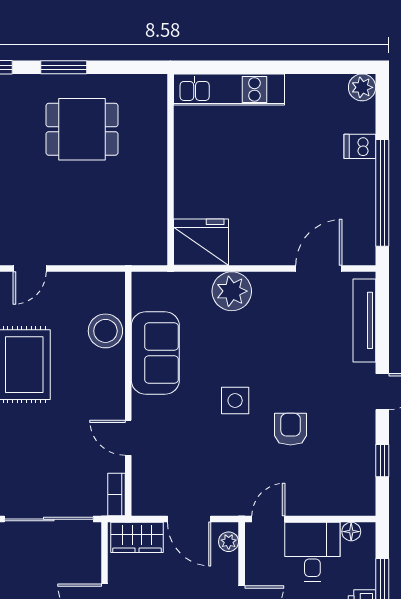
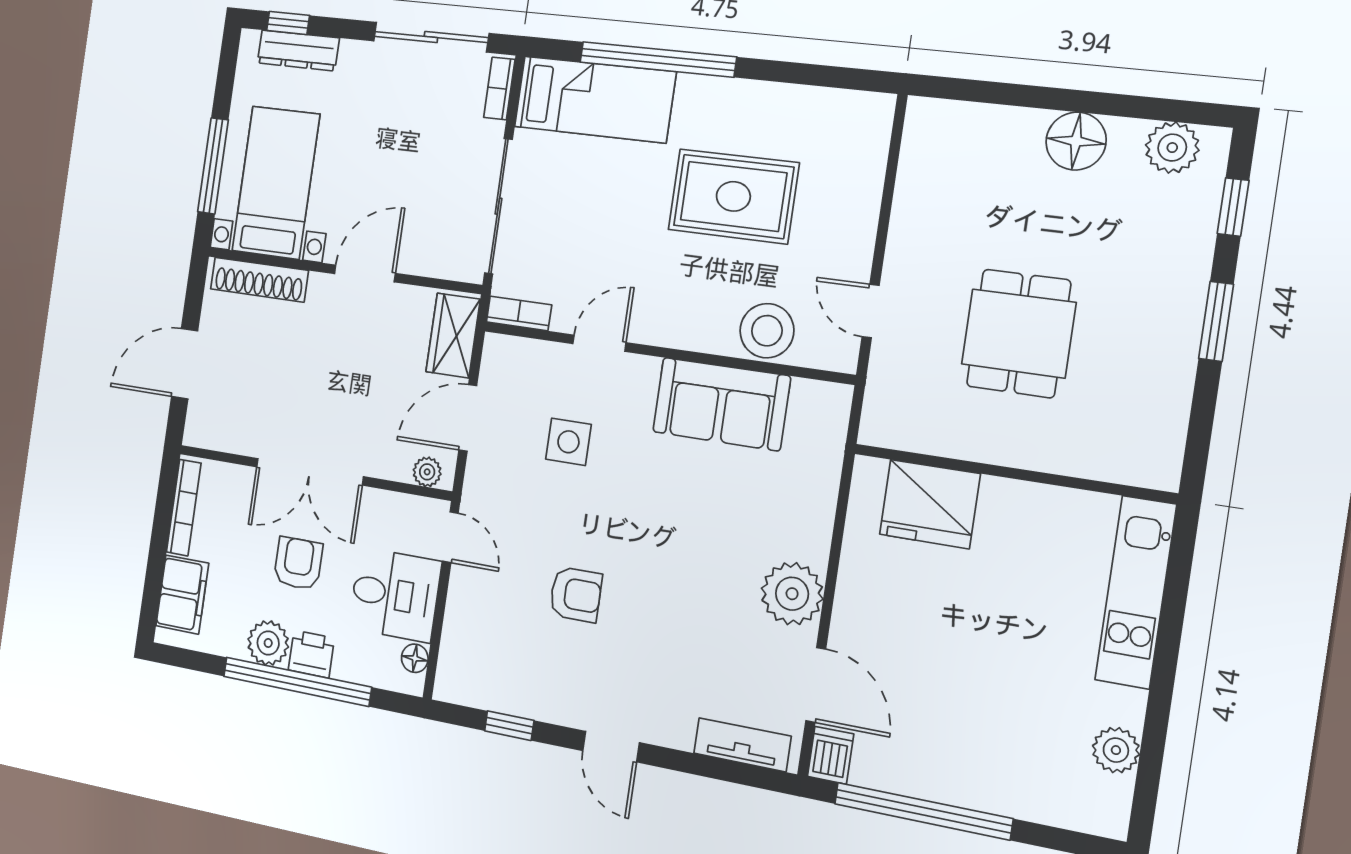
plant: (362, 87) -> (1116, 750), moved
dining table: (82, 129) -> (1019, 333), moved
dishwasher: (360, 146) -> (831, 755), moved
fridge: (201, 242) -> (930, 504), moved, turned 90
door: (30, 268) -> (871, 311), moved
plant: (232, 291) -> (792, 594), moved
tv unit: (364, 320) -> (742, 745), width x0.71
side table: (235, 401) -> (568, 442), moved

